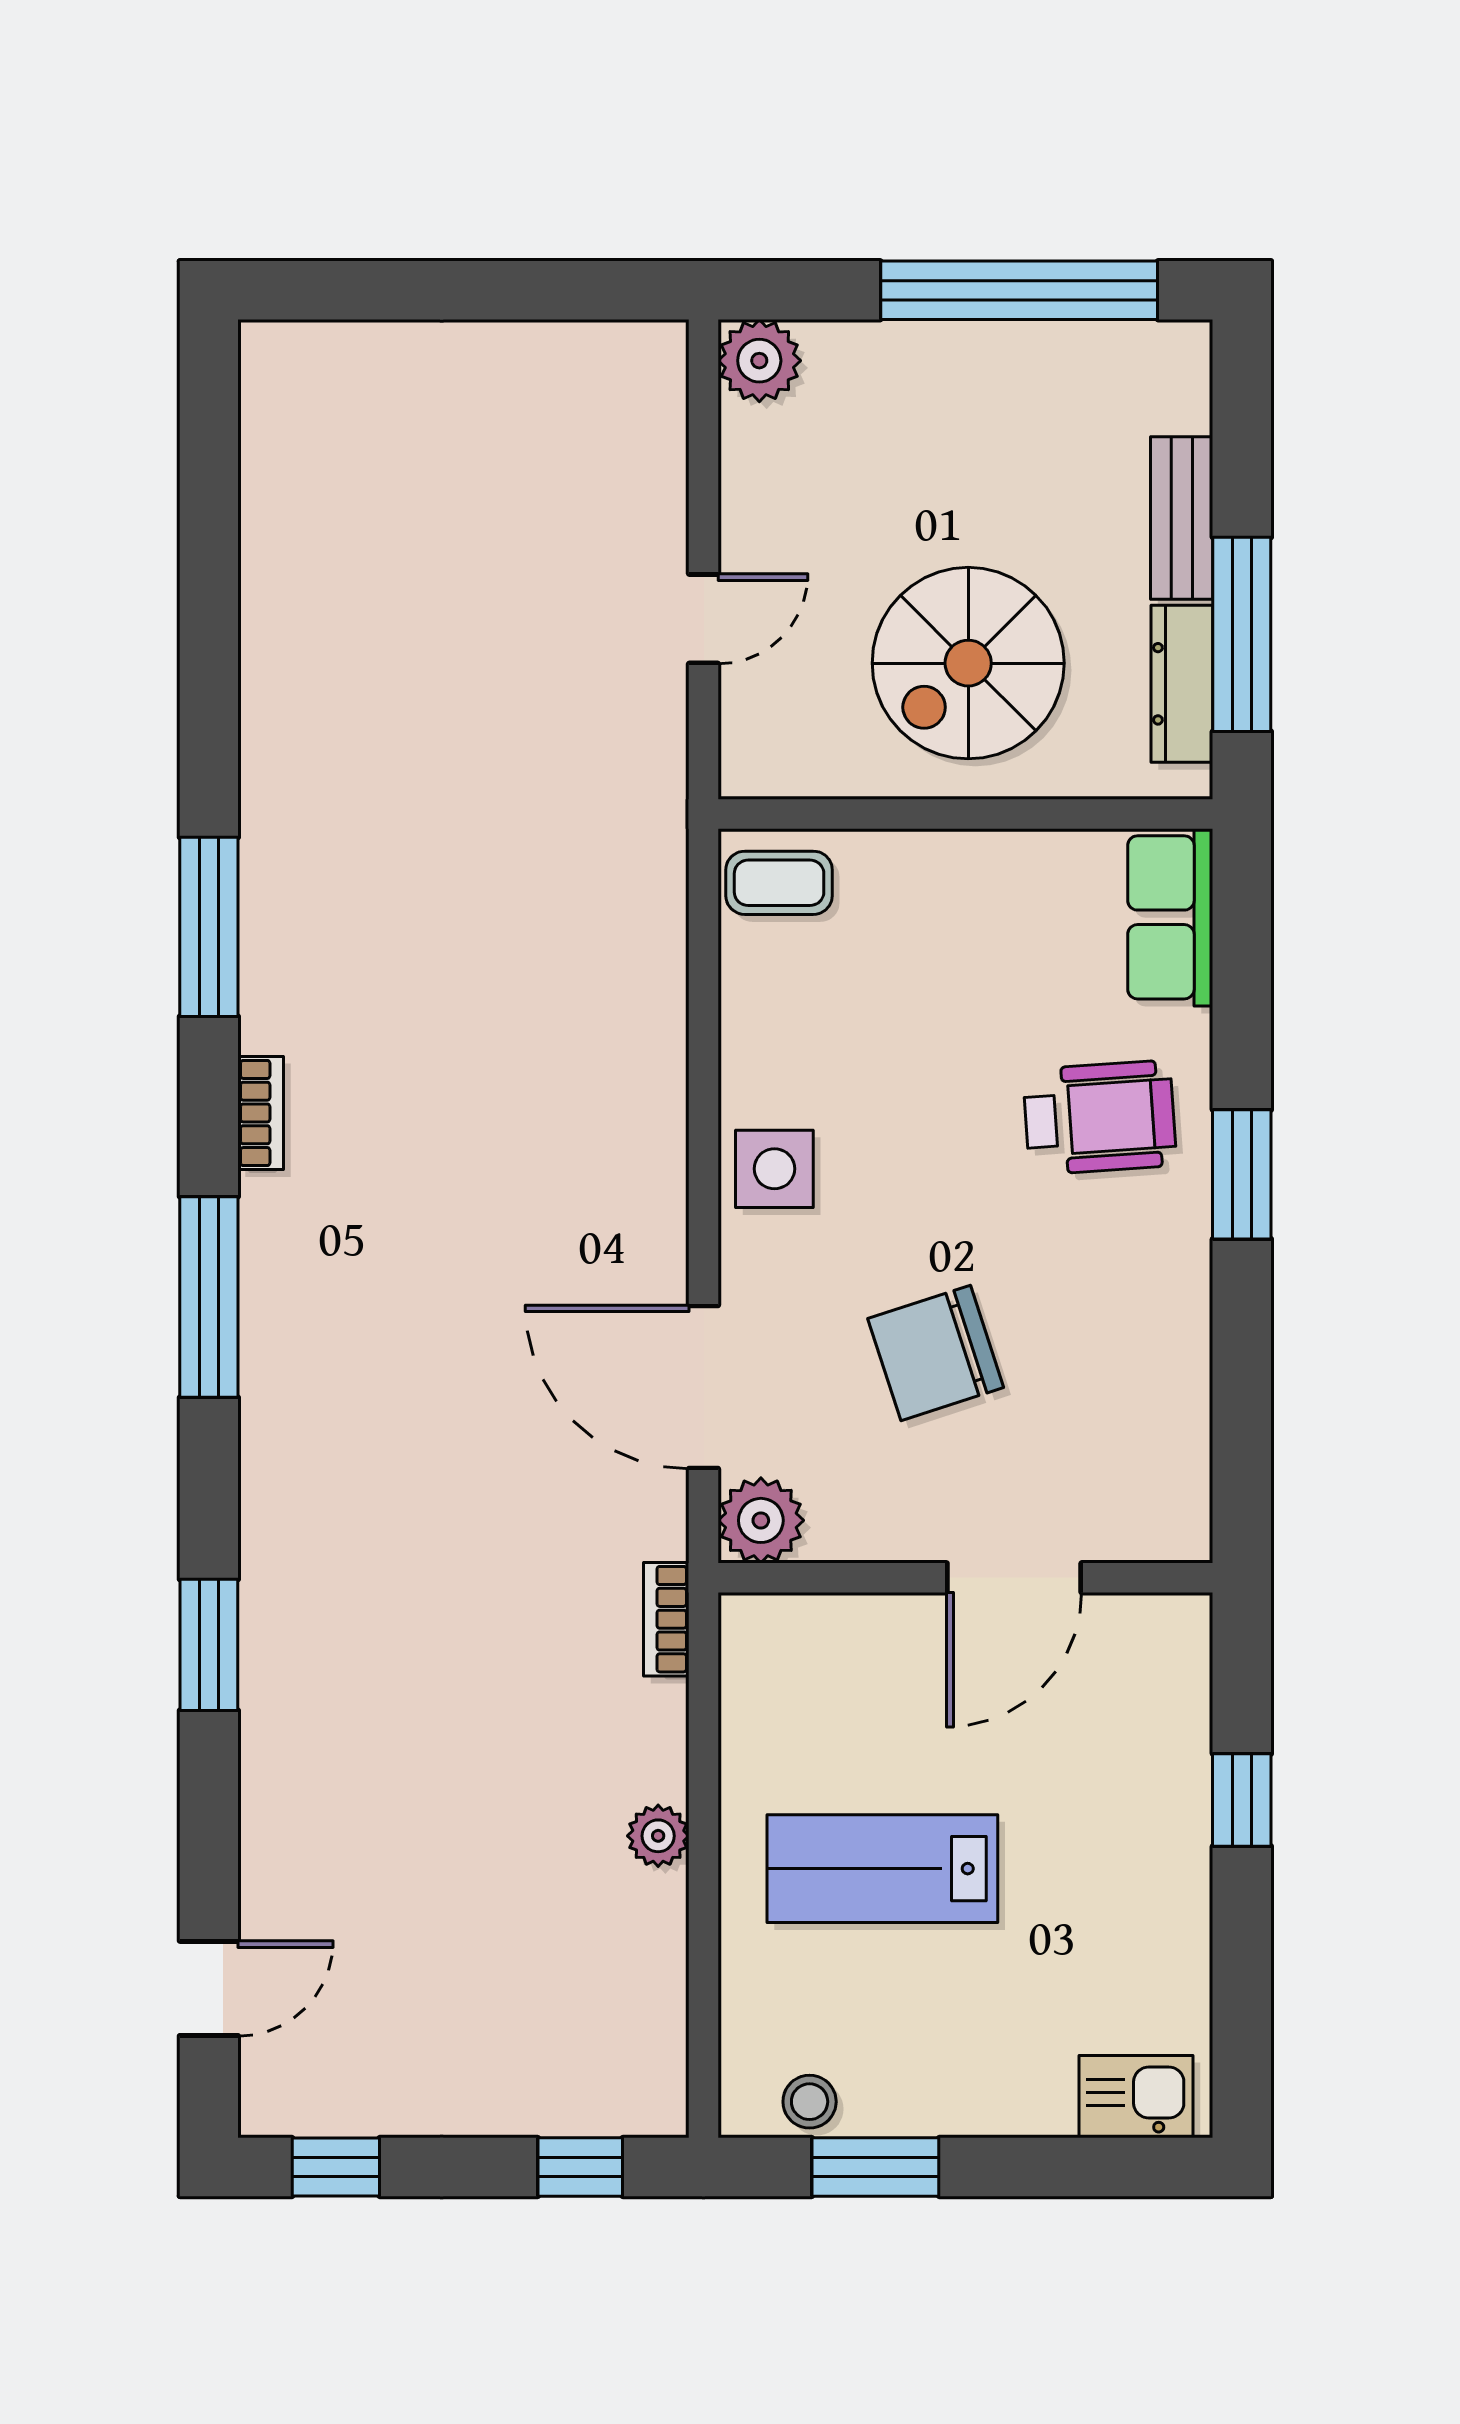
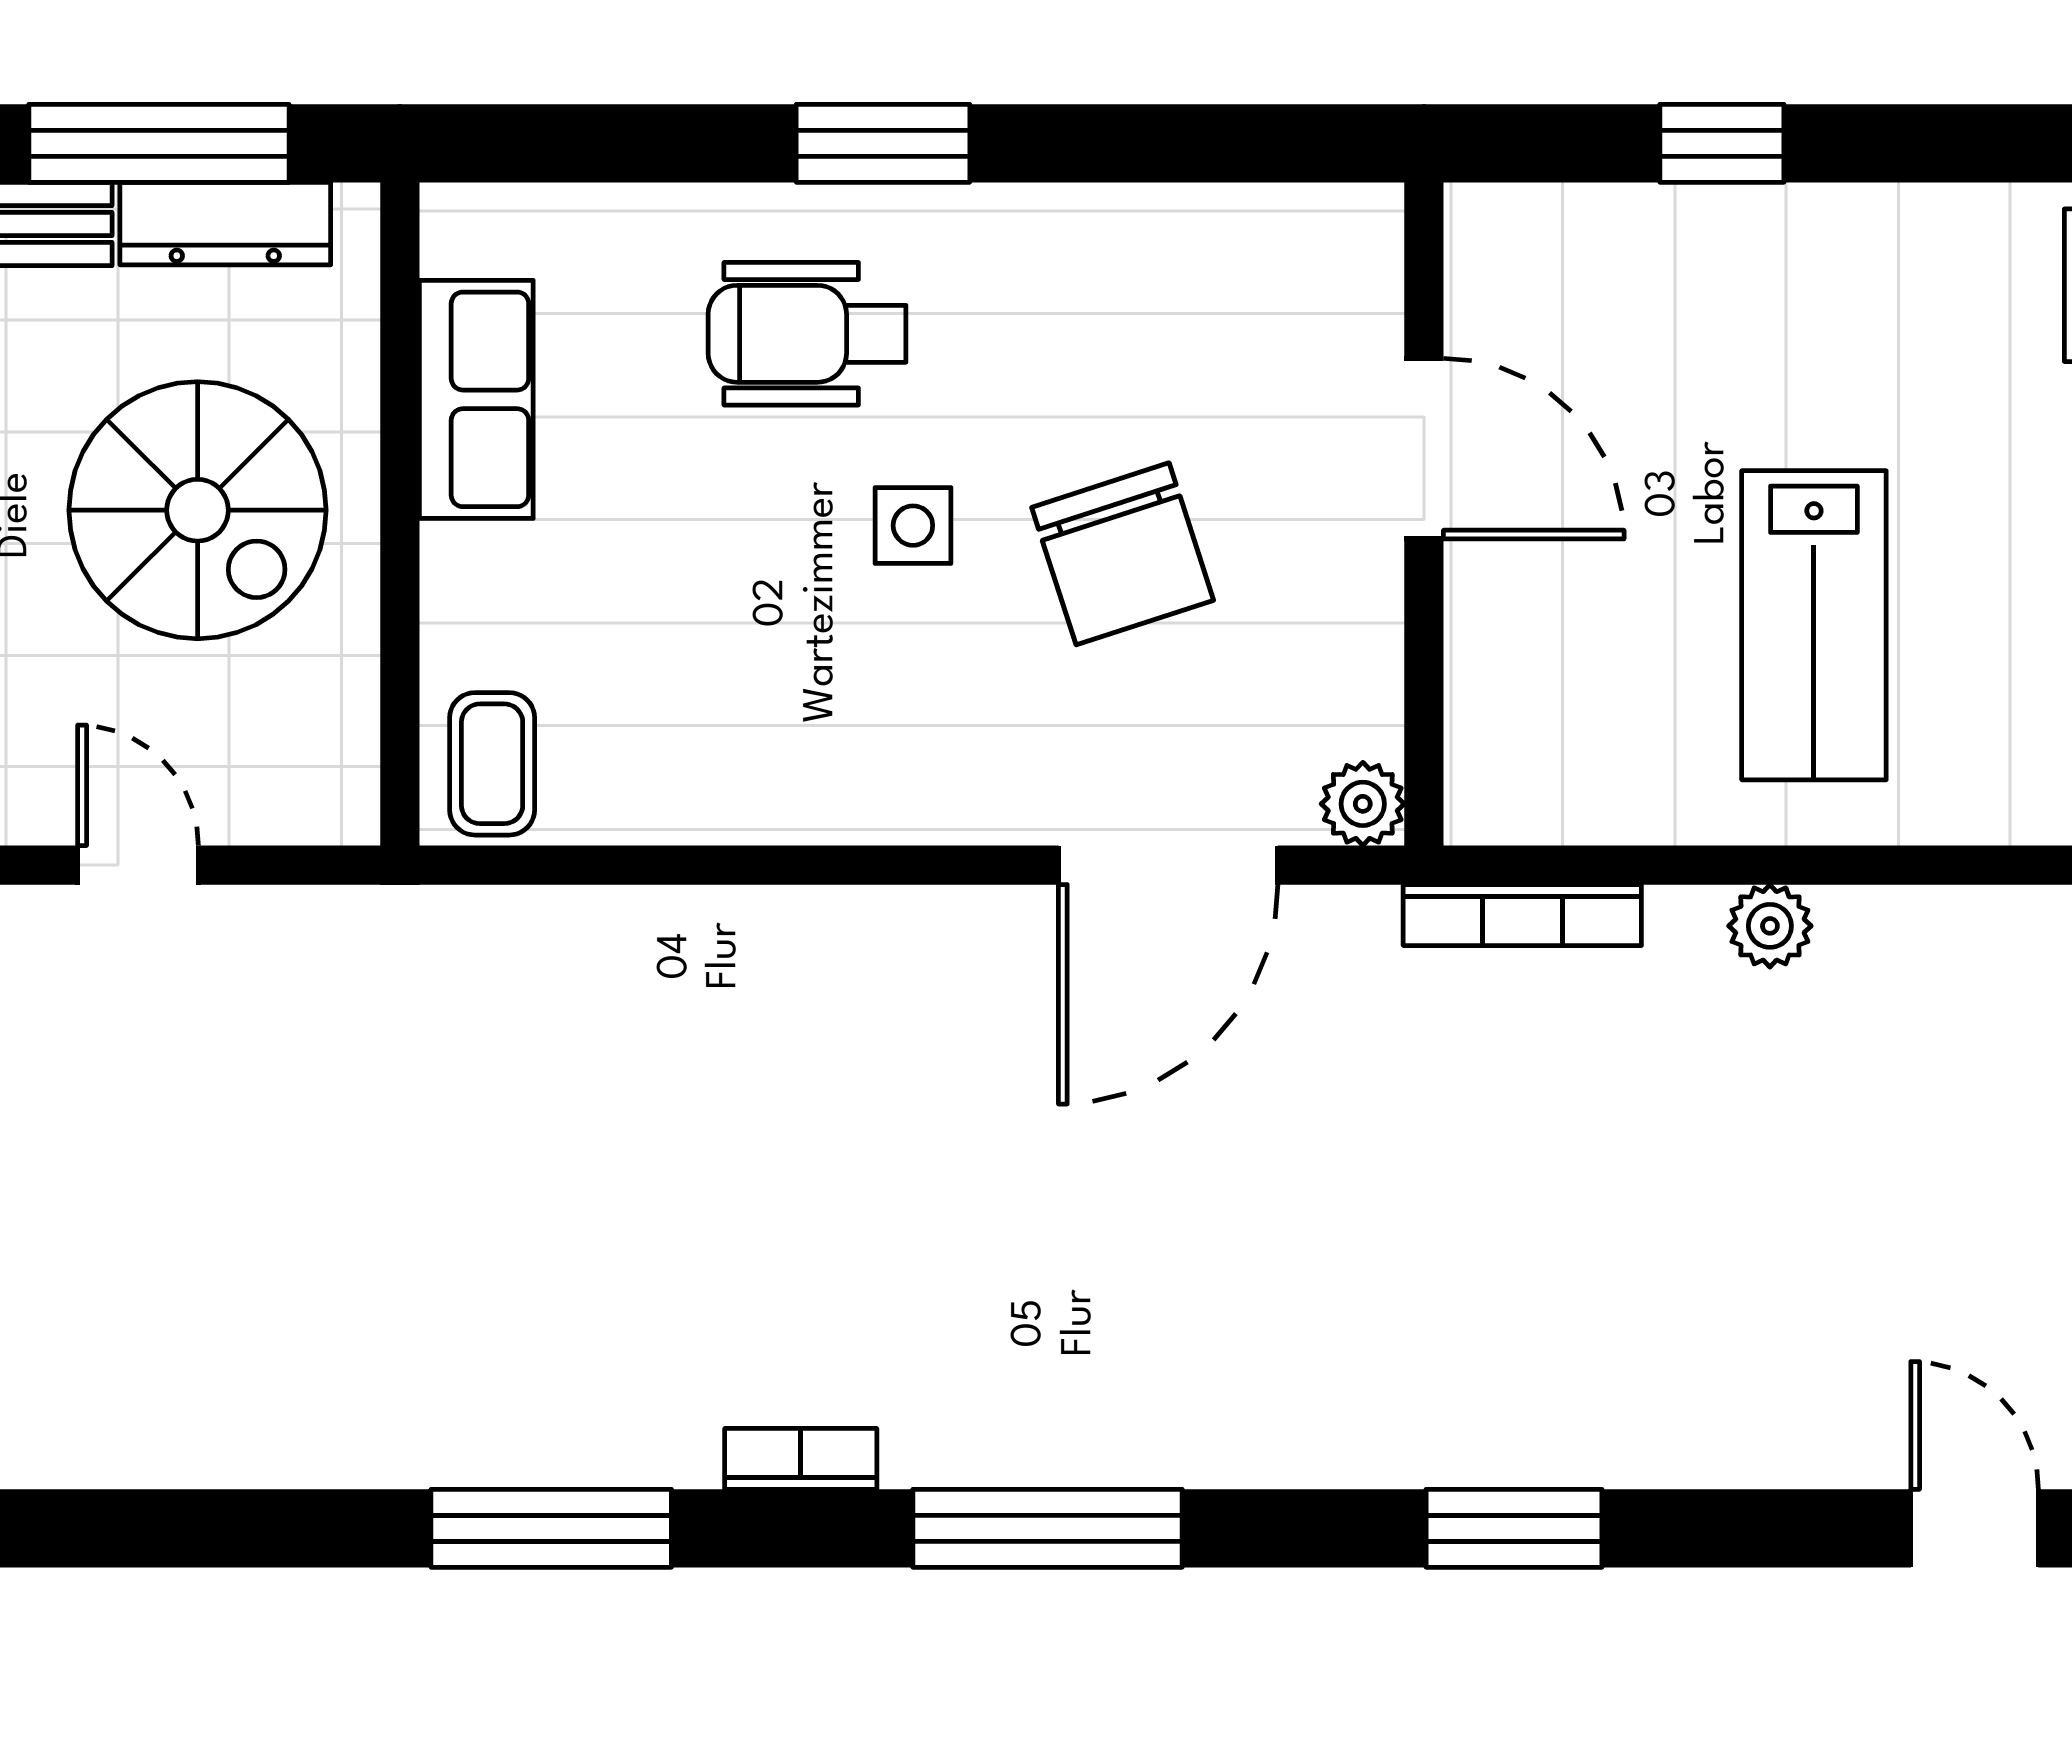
row of seats: (1170, 917) -> (476, 399), moved, turned -90
wheelchair: (1100, 1118) -> (807, 334), turned -86
side table: (774, 1169) -> (913, 526), moved, width x0.73, depth x0.73
plant: (761, 1520) -> (1363, 804), width x0.73, depth x0.73
bookcase: (666, 1619) -> (1522, 915), width x1.56

